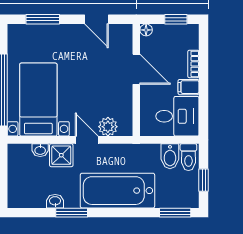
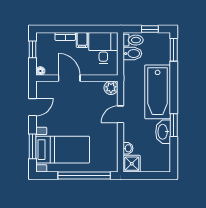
door: (136, 69) -> (69, 78), hinge flipped
bed with nightstands: (38, 100) -> (63, 150), moved, turned 180
plant: (108, 127) -> (111, 88), moved
shower: (61, 155) -> (132, 164), moved
washbasin: (55, 201) -> (163, 132), width x1.91, depth x1.45

